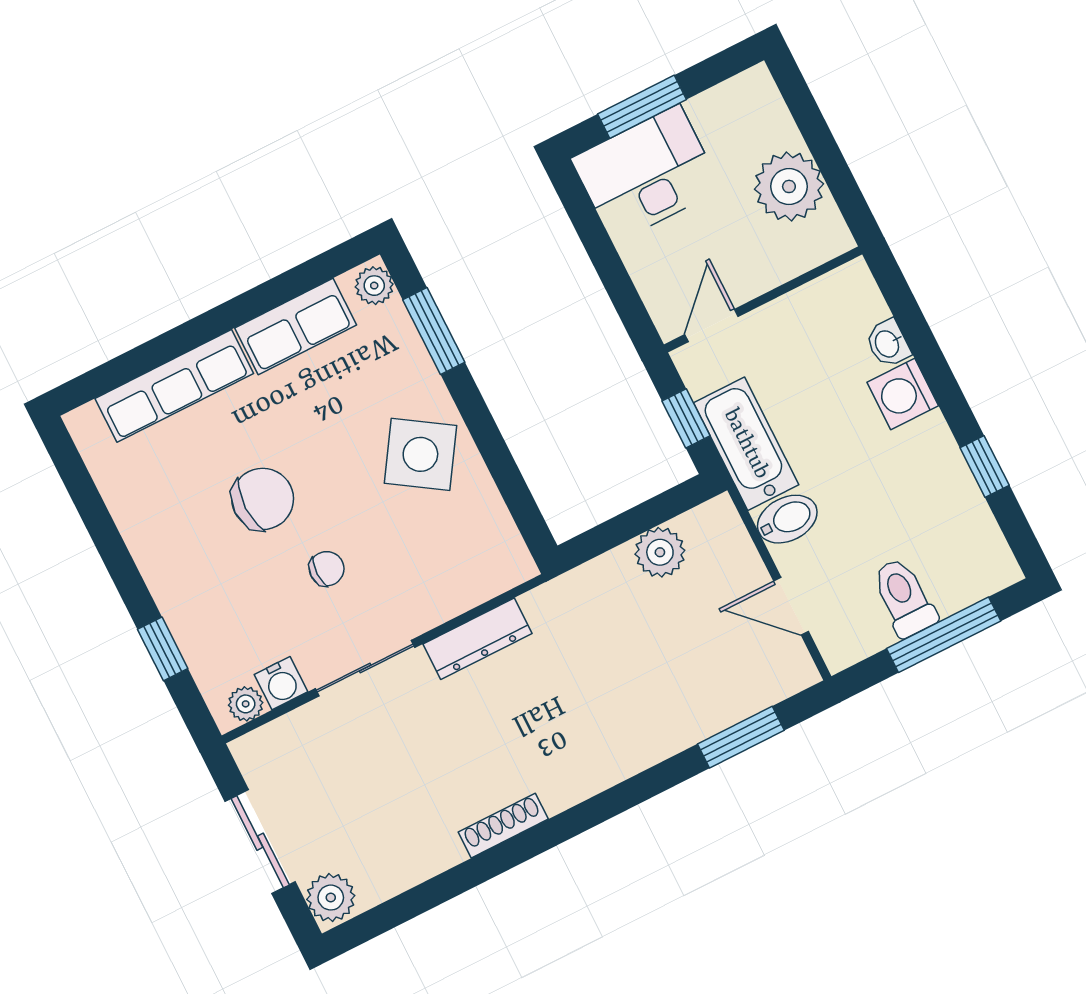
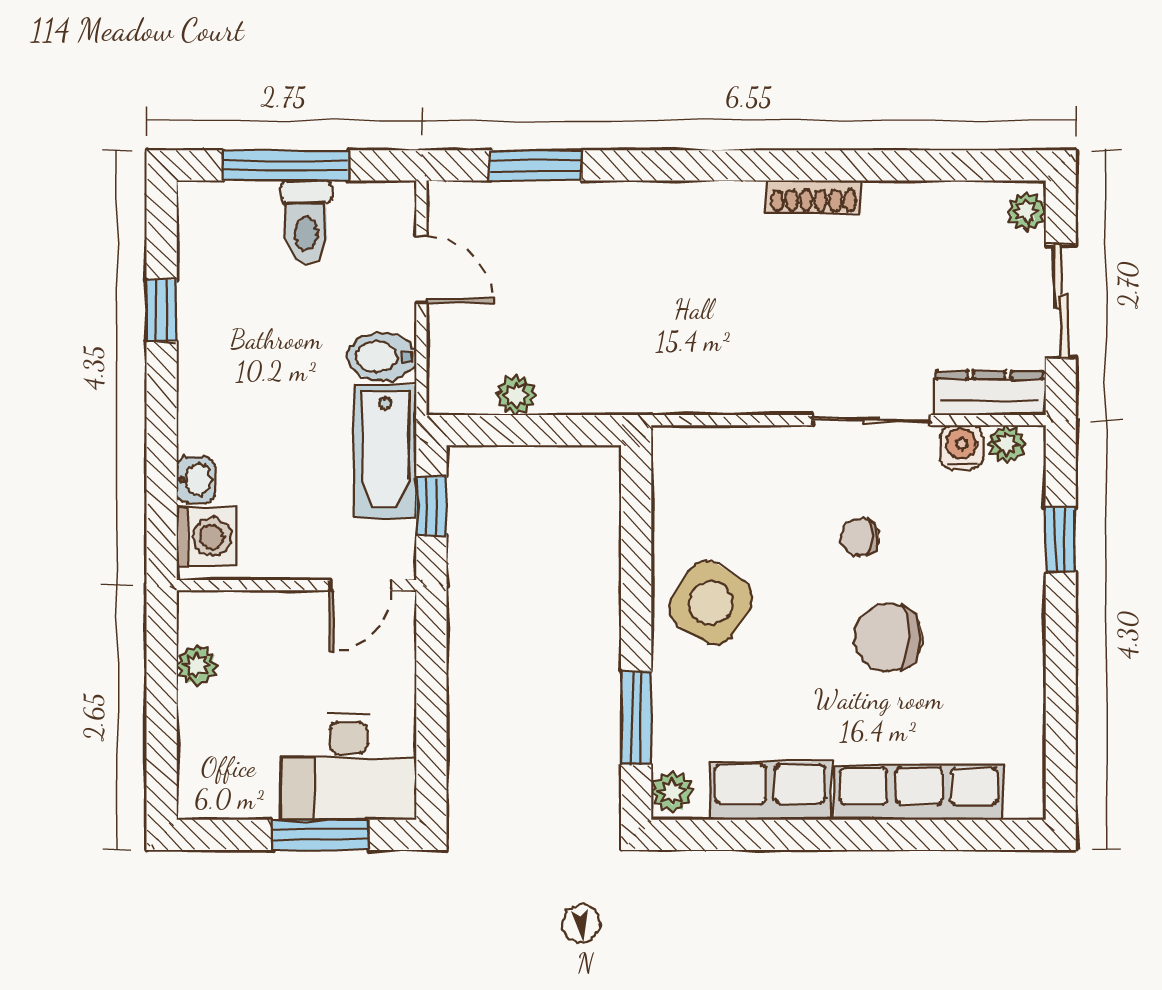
plant: (789, 186) -> (197, 665), width x0.53, depth x0.53
washing machine: (903, 394) -> (206, 537), moved
plant: (660, 552) -> (516, 395), width x0.73, depth x0.73
dresser: (478, 639) -> (989, 393), moved
plant: (331, 898) -> (1026, 212), width x0.73, depth x0.73

